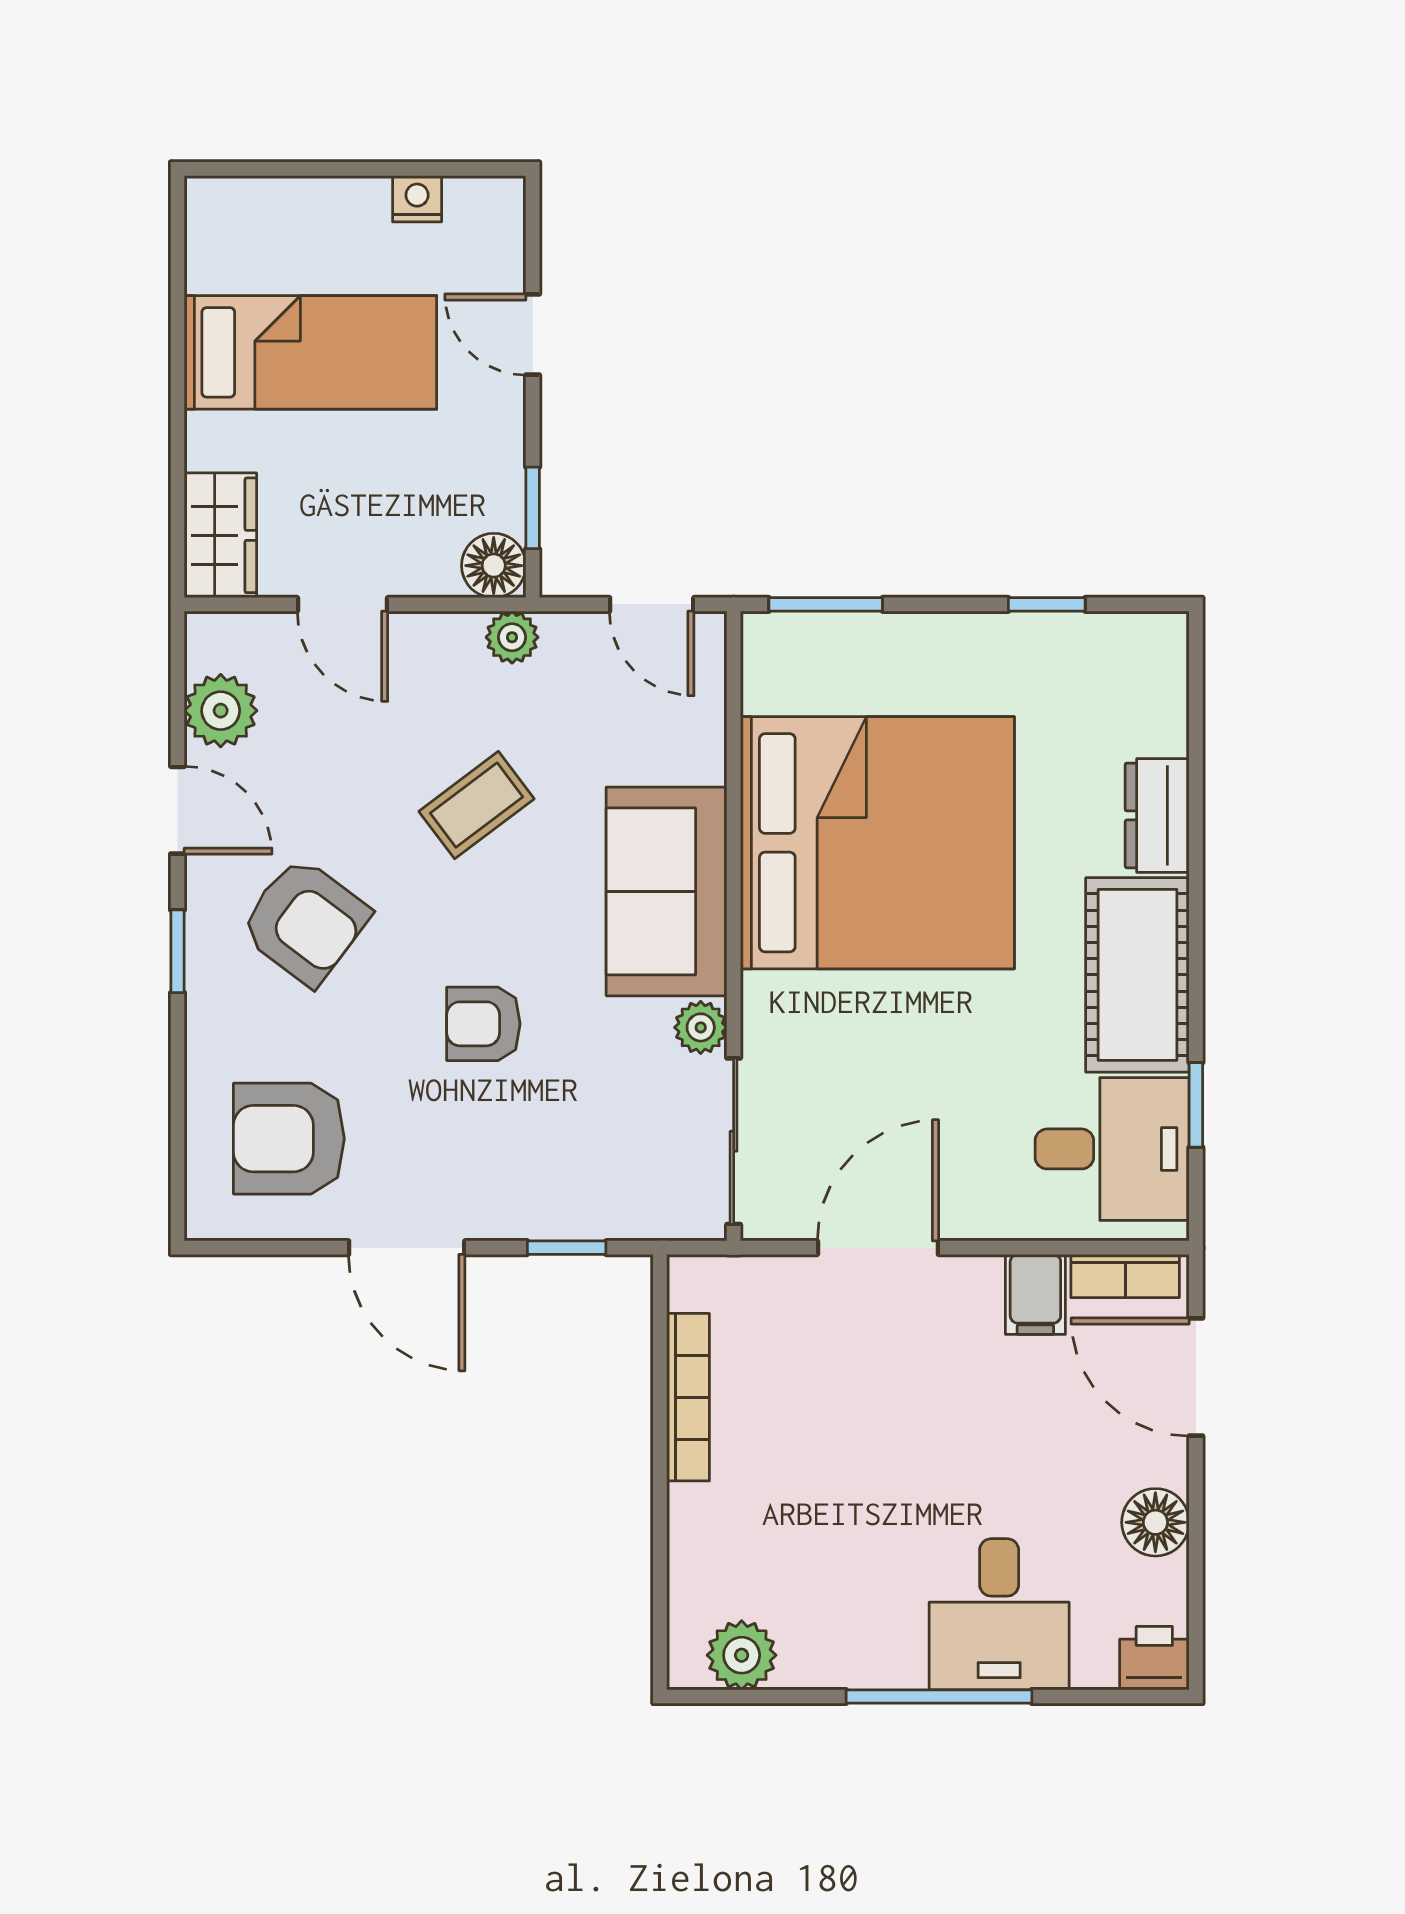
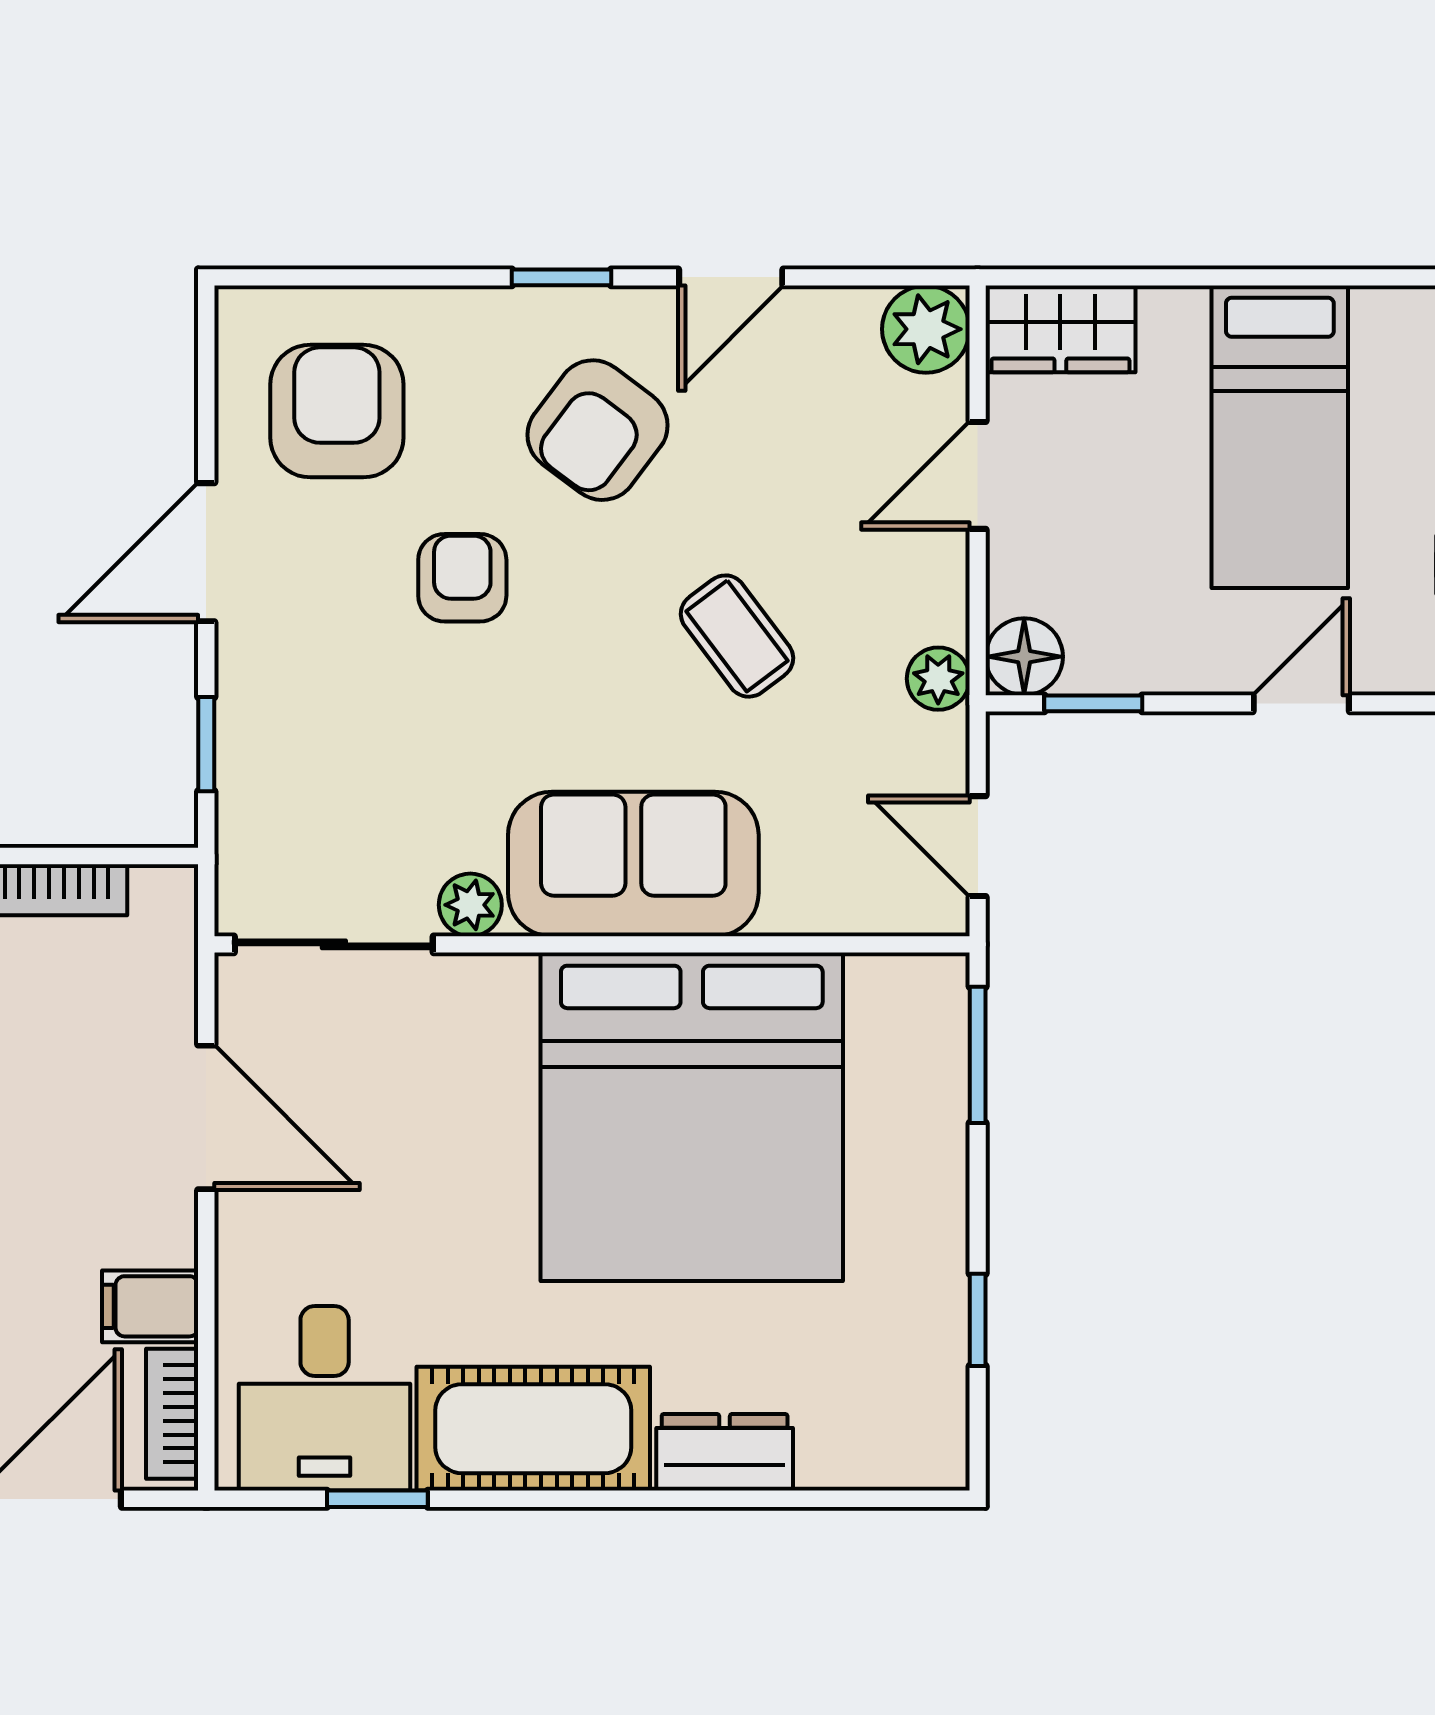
door: (652, 604) -> (978, 846), hinge flipped
plant: (221, 711) -> (926, 329), moved
armchair: (483, 1024) -> (462, 578), moved

